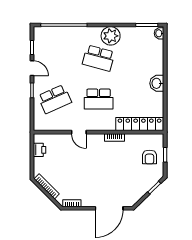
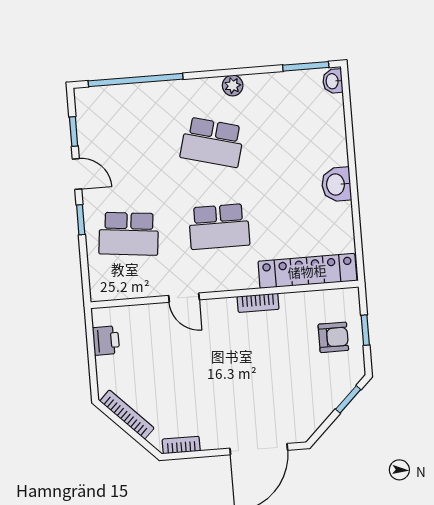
plant: (111, 36) -> (233, 86), width x0.53, depth x0.53
school desk: (55, 99) -> (129, 234), turned 30
armchair: (149, 157) -> (333, 337), turned -90

